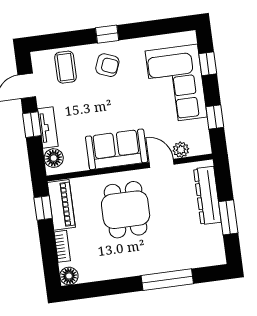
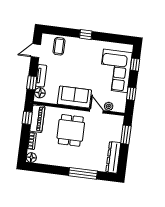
armchair: (107, 65) -> (81, 51), removed
window: (32, 125) -> (32, 83), moved
dresser: (207, 196) -> (113, 157), moved
window: (228, 217) -> (126, 135), moved

